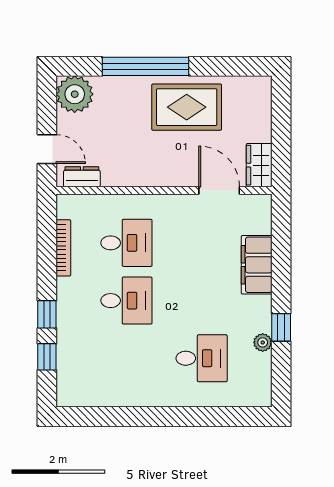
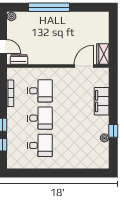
plant: (75, 94) -> (11, 16), width x0.53, depth x0.53
rug: (187, 107) -> (68, 27), removed
door: (219, 190) -> (84, 66), hinge flipped
desk: (202, 358) -> (40, 145), moved

